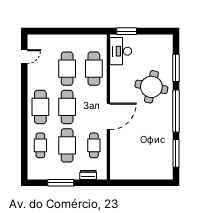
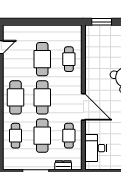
desk: (121, 51) -> (96, 148), moved
cafe table: (94, 69) -> (69, 59), width x0.73, depth x0.74
door: (108, 116) -> (83, 107), hinge flipped

